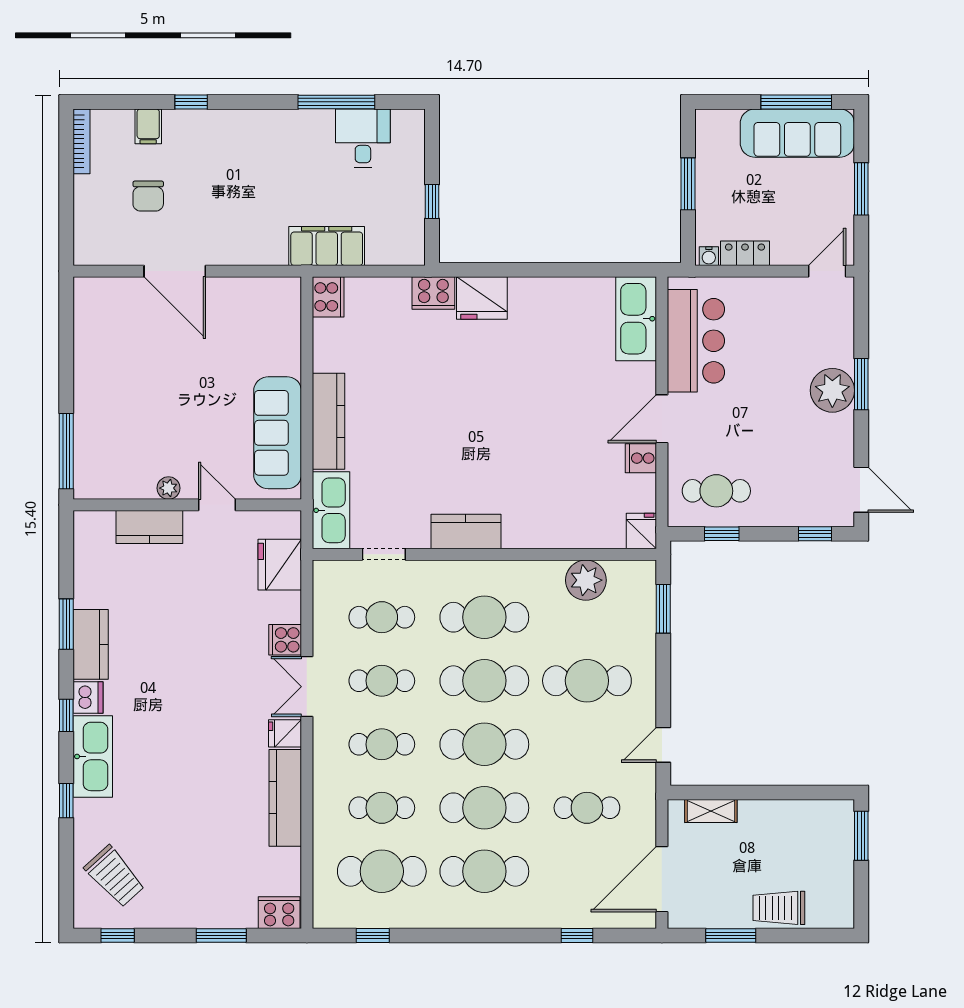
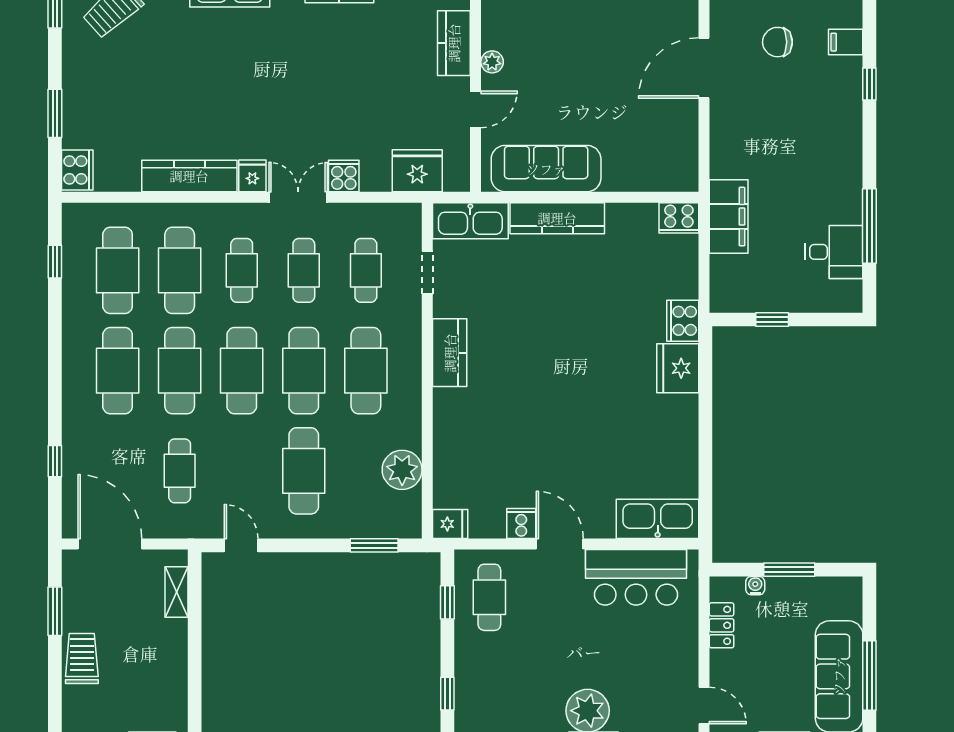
water cooler: (709, 256) -> (755, 586), moved, turned 90
cafe table: (382, 808) -> (180, 270), width x1.37, depth x1.35

